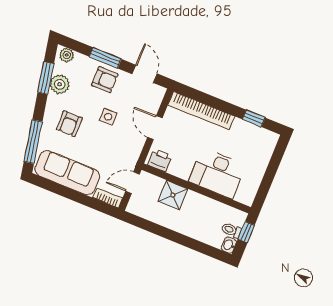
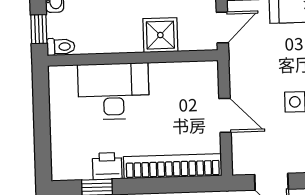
printer: (160, 160) -> (107, 166), moved, turned 180
toilet: (231, 230) -> (61, 47), moved

